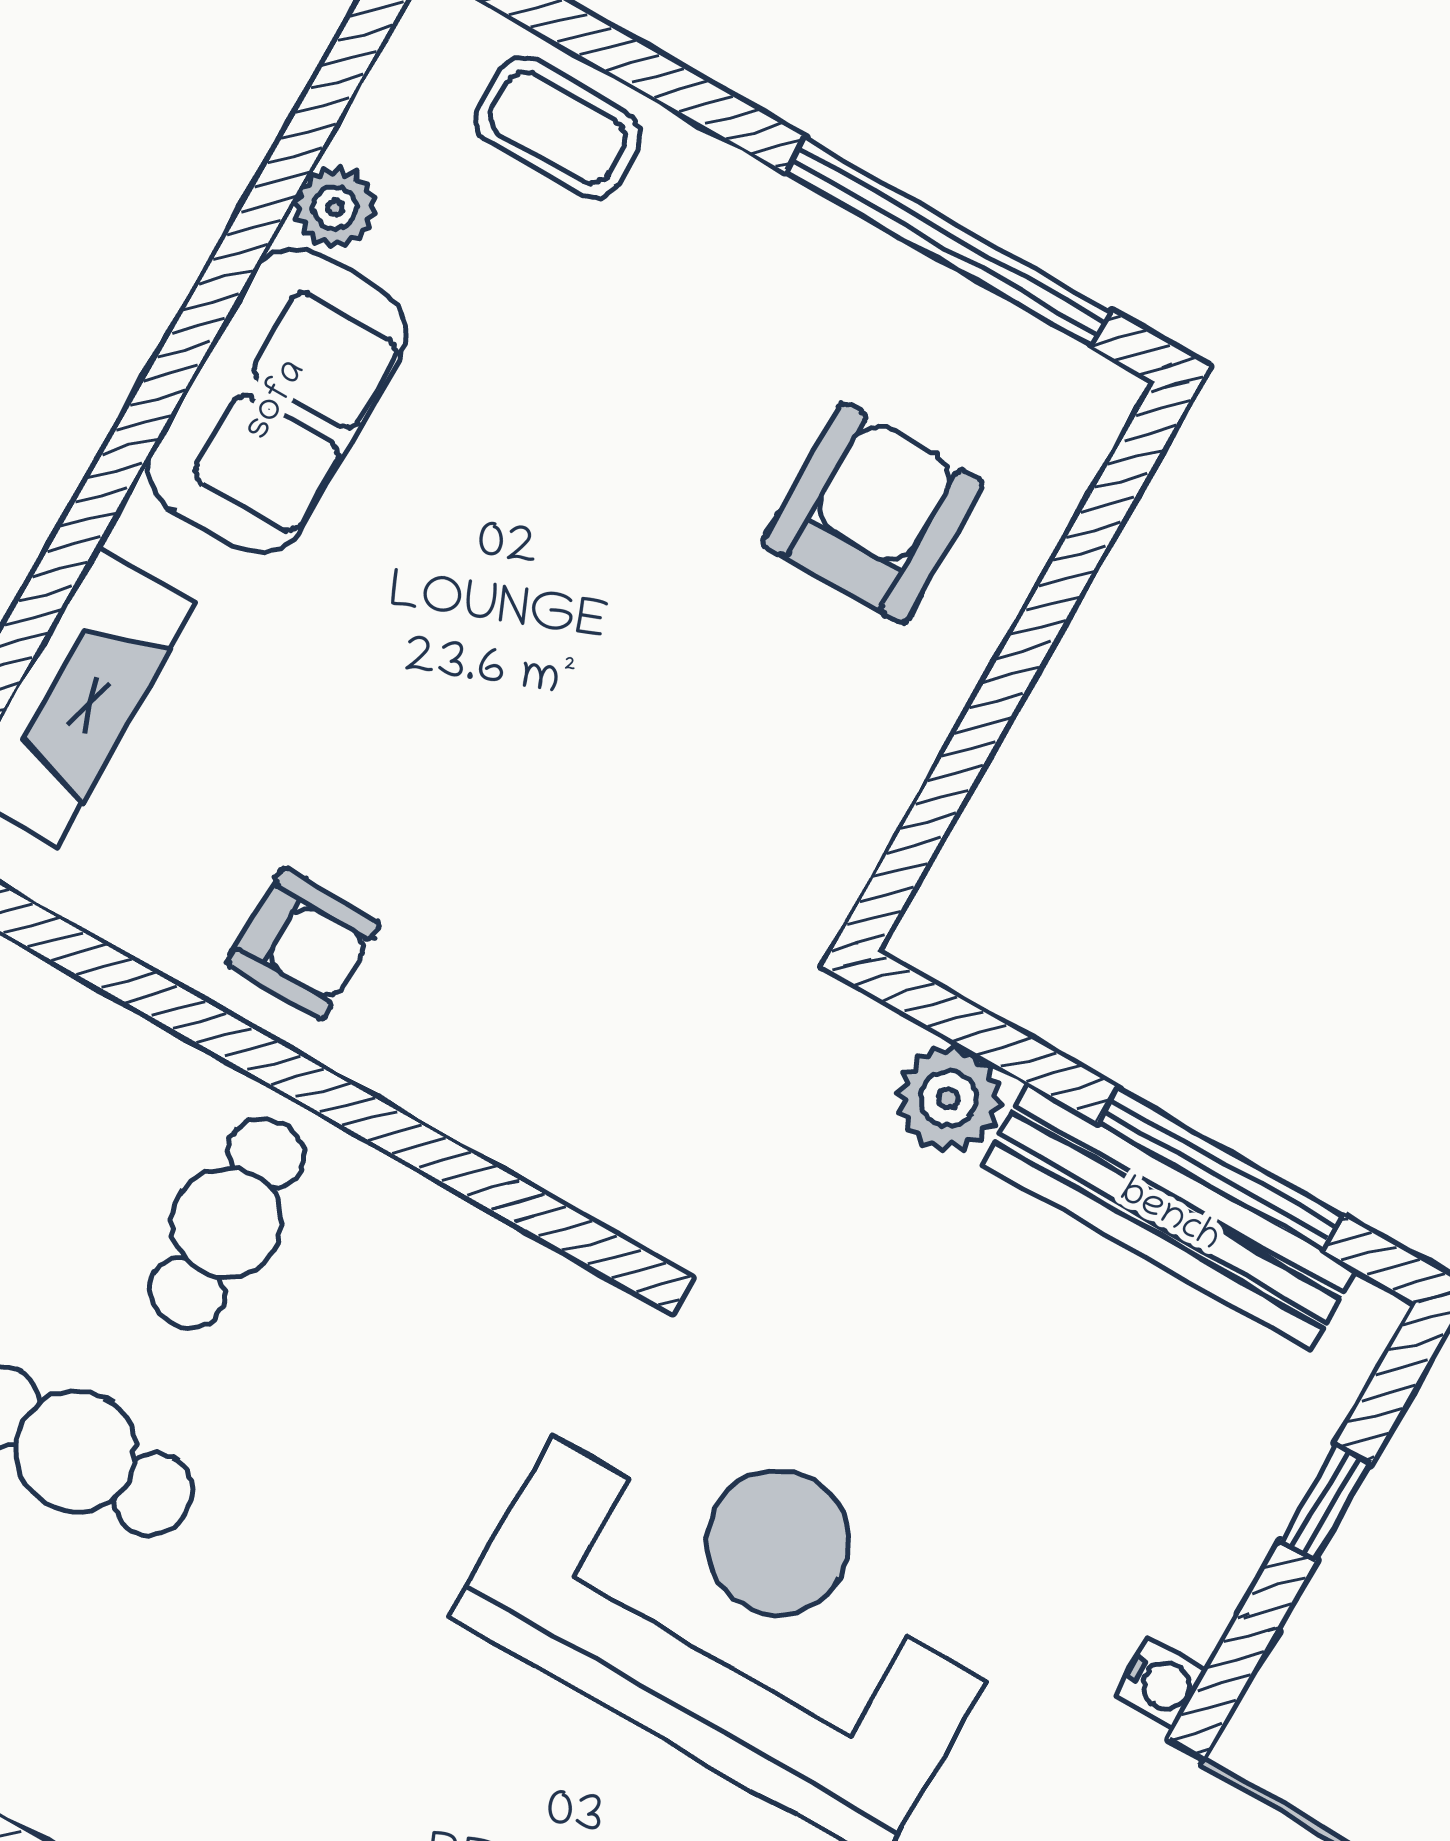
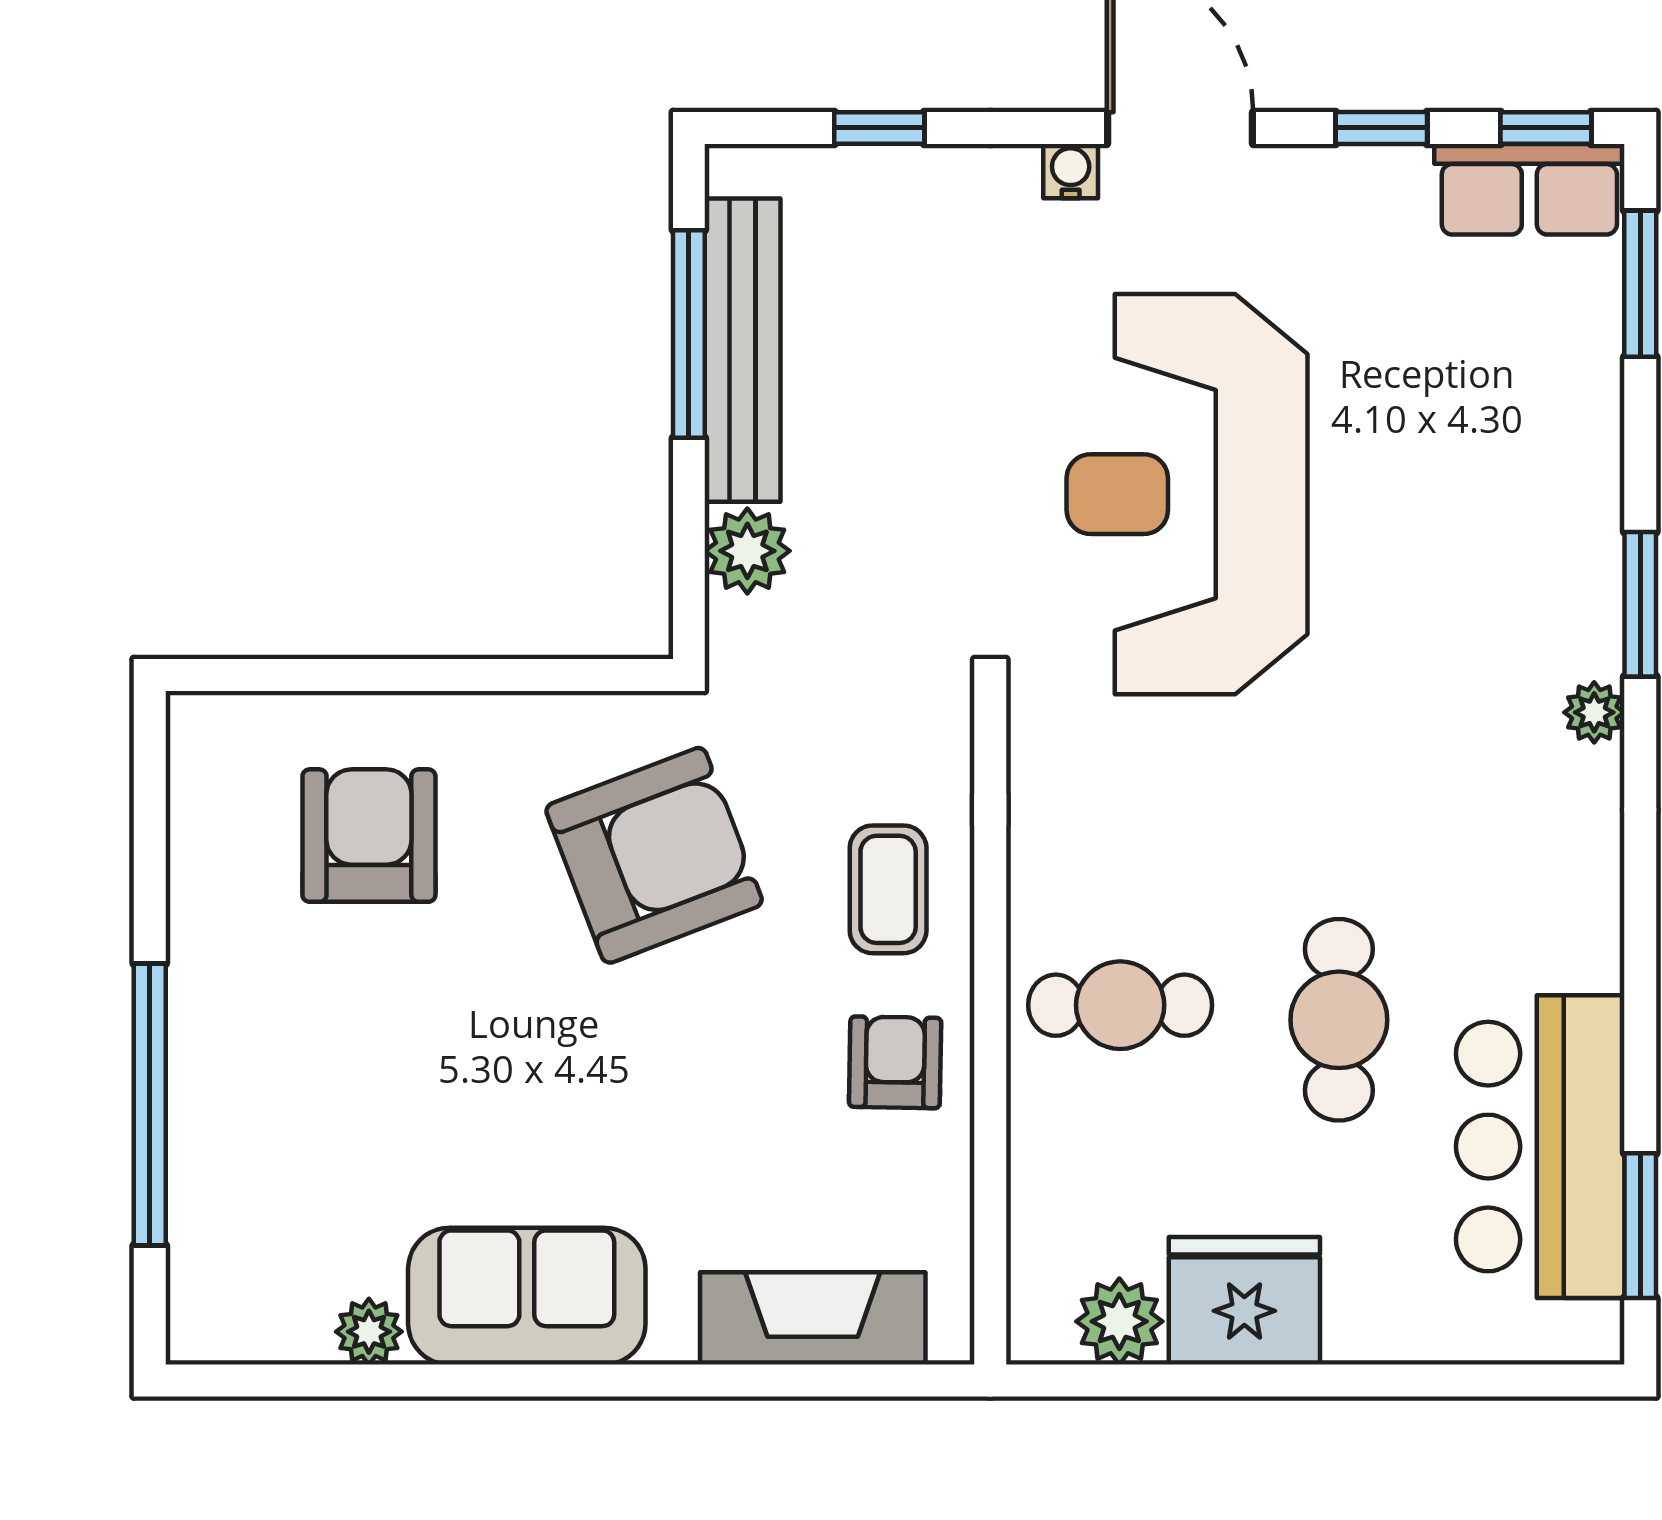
coffee table: (558, 128) -> (888, 889), moved
window: (948, 241) -> (150, 1105), moved
armchair: (873, 513) -> (369, 836), turned 90
armchair: (676, 810) -> (654, 855), added

